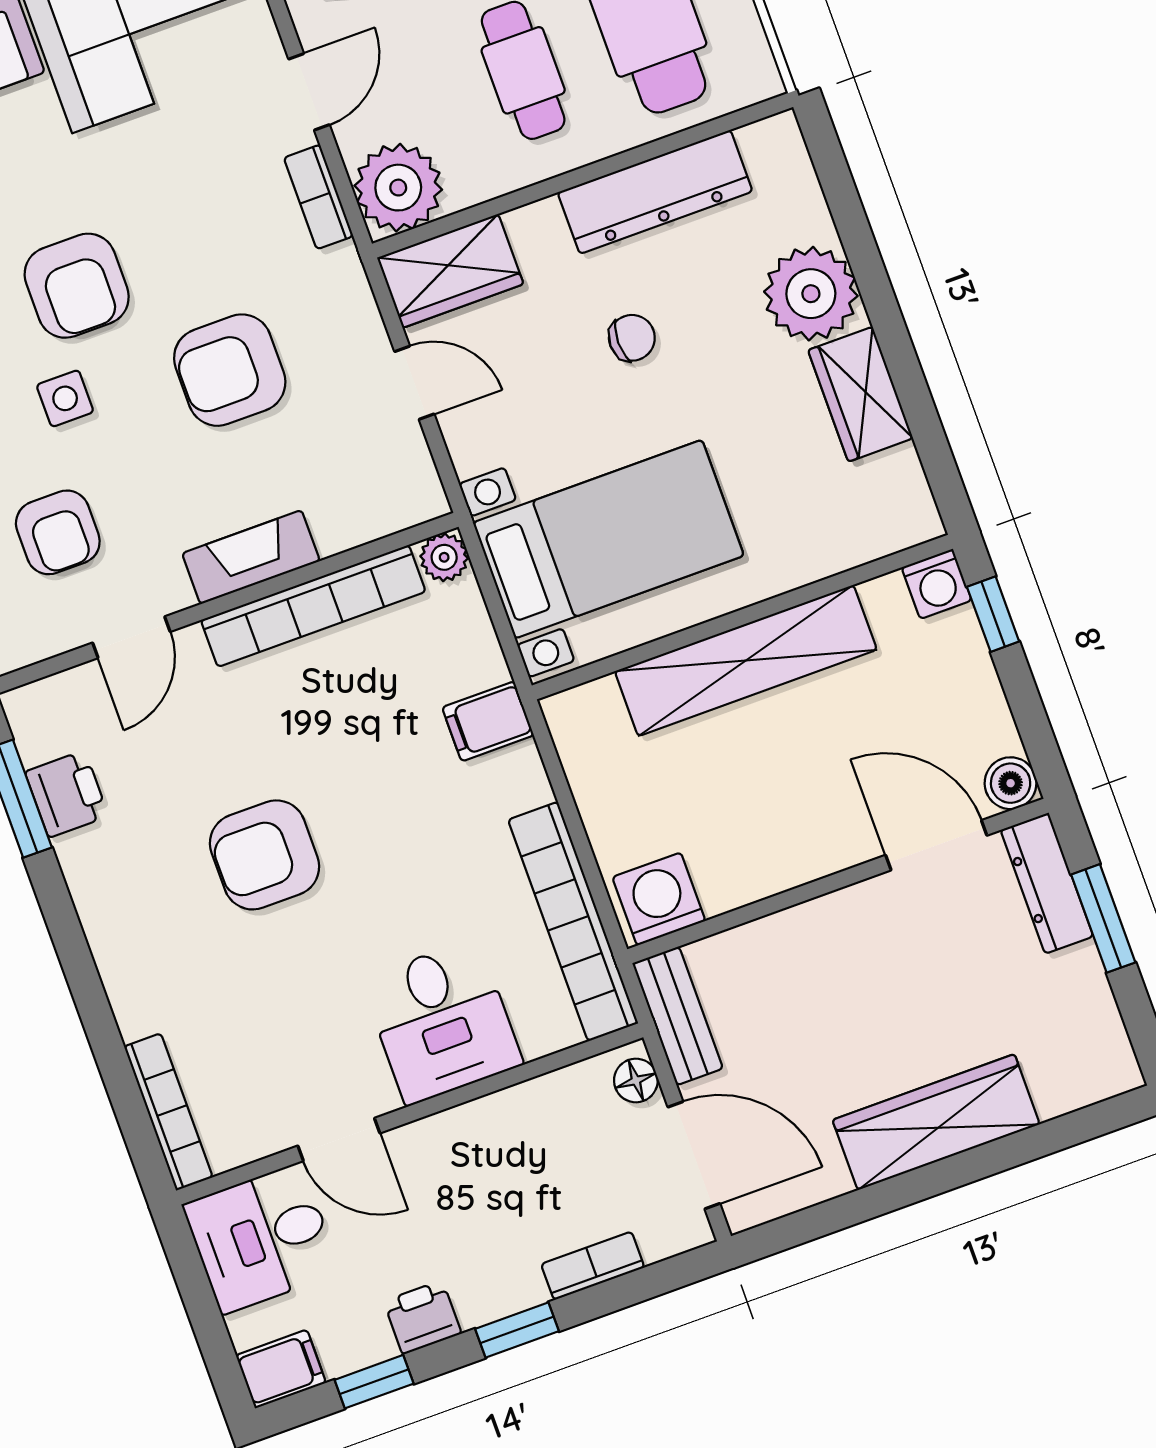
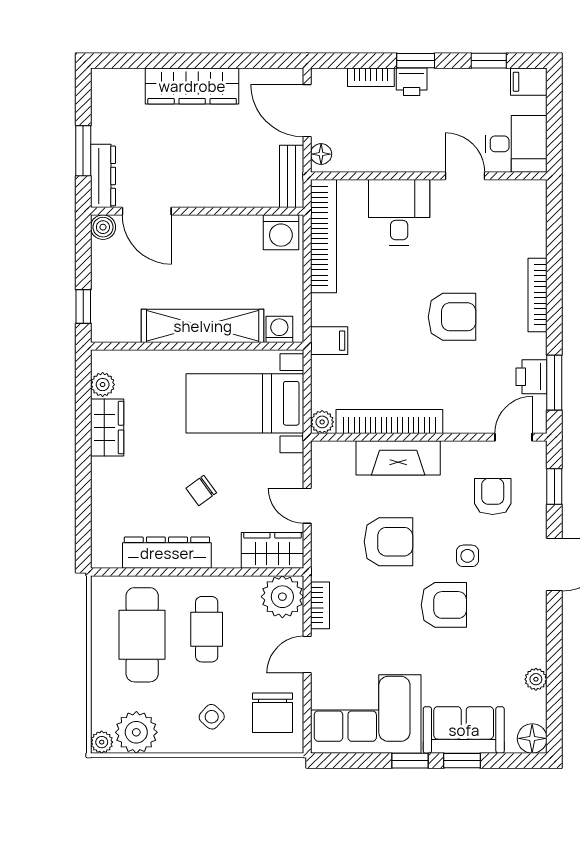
armchair: (77, 286) -> (444, 605), turned 90
plant: (811, 294) -> (103, 385), moved, width x0.53, depth x0.53
chair: (632, 338) -> (201, 490), turned -36
fireplace: (251, 557) -> (398, 458), width x1.37, depth x1.32
washing machine: (937, 584) -> (279, 329), moved
door: (131, 637) -> (514, 437), moved
bookcase: (168, 1112) -> (538, 295), moved
printer: (423, 1317) -> (412, 82), moved

